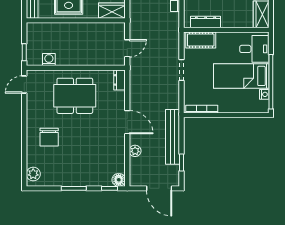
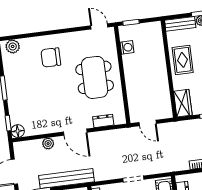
dresser: (120, 80) -> (103, 121), moved
door: (127, 122) -> (75, 132), hinge flipped

